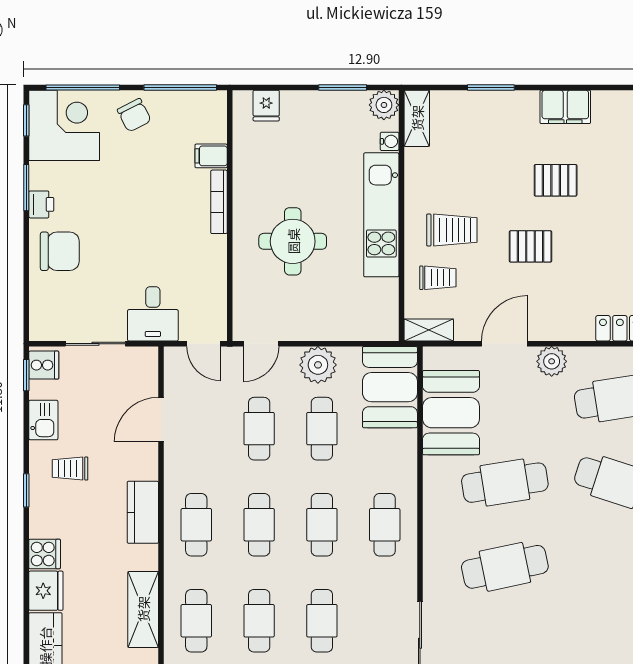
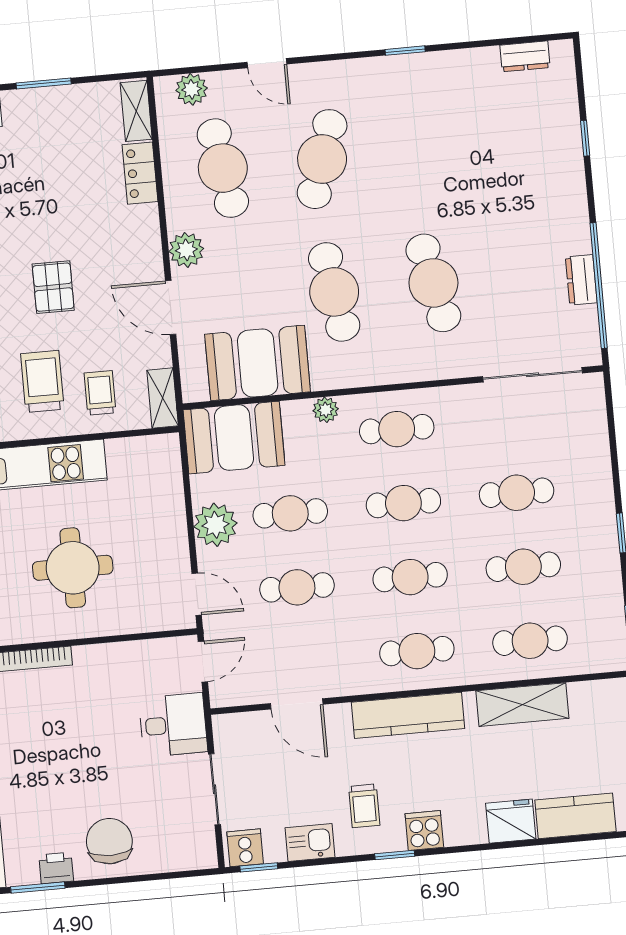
plant: (406, 466) -> (326, 410), added
kitchen counter: (143, 512) -> (408, 715), width x1.50
cooker: (45, 554) -> (424, 831), moved

